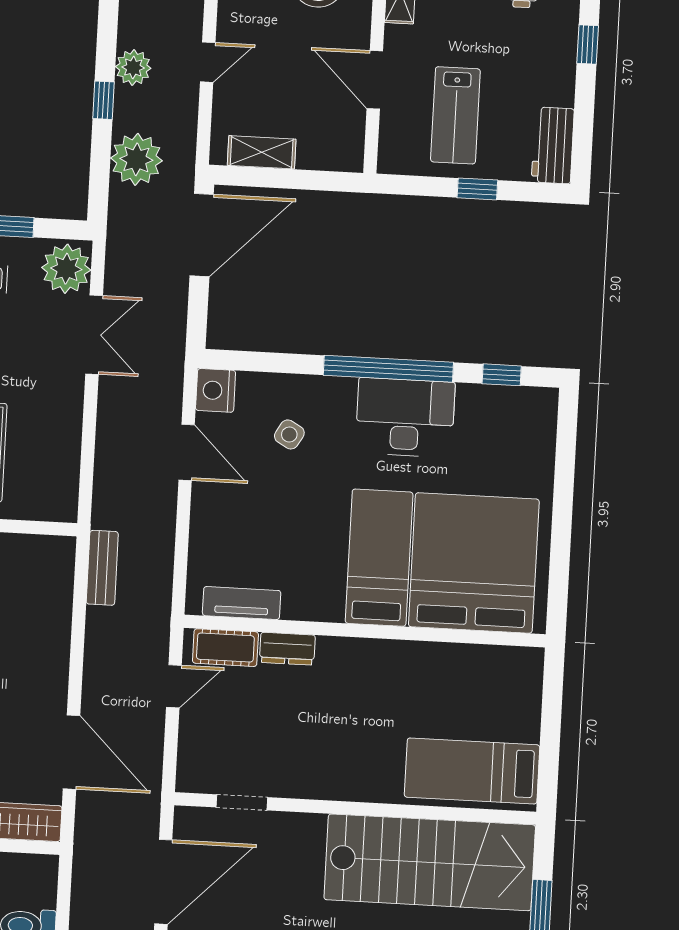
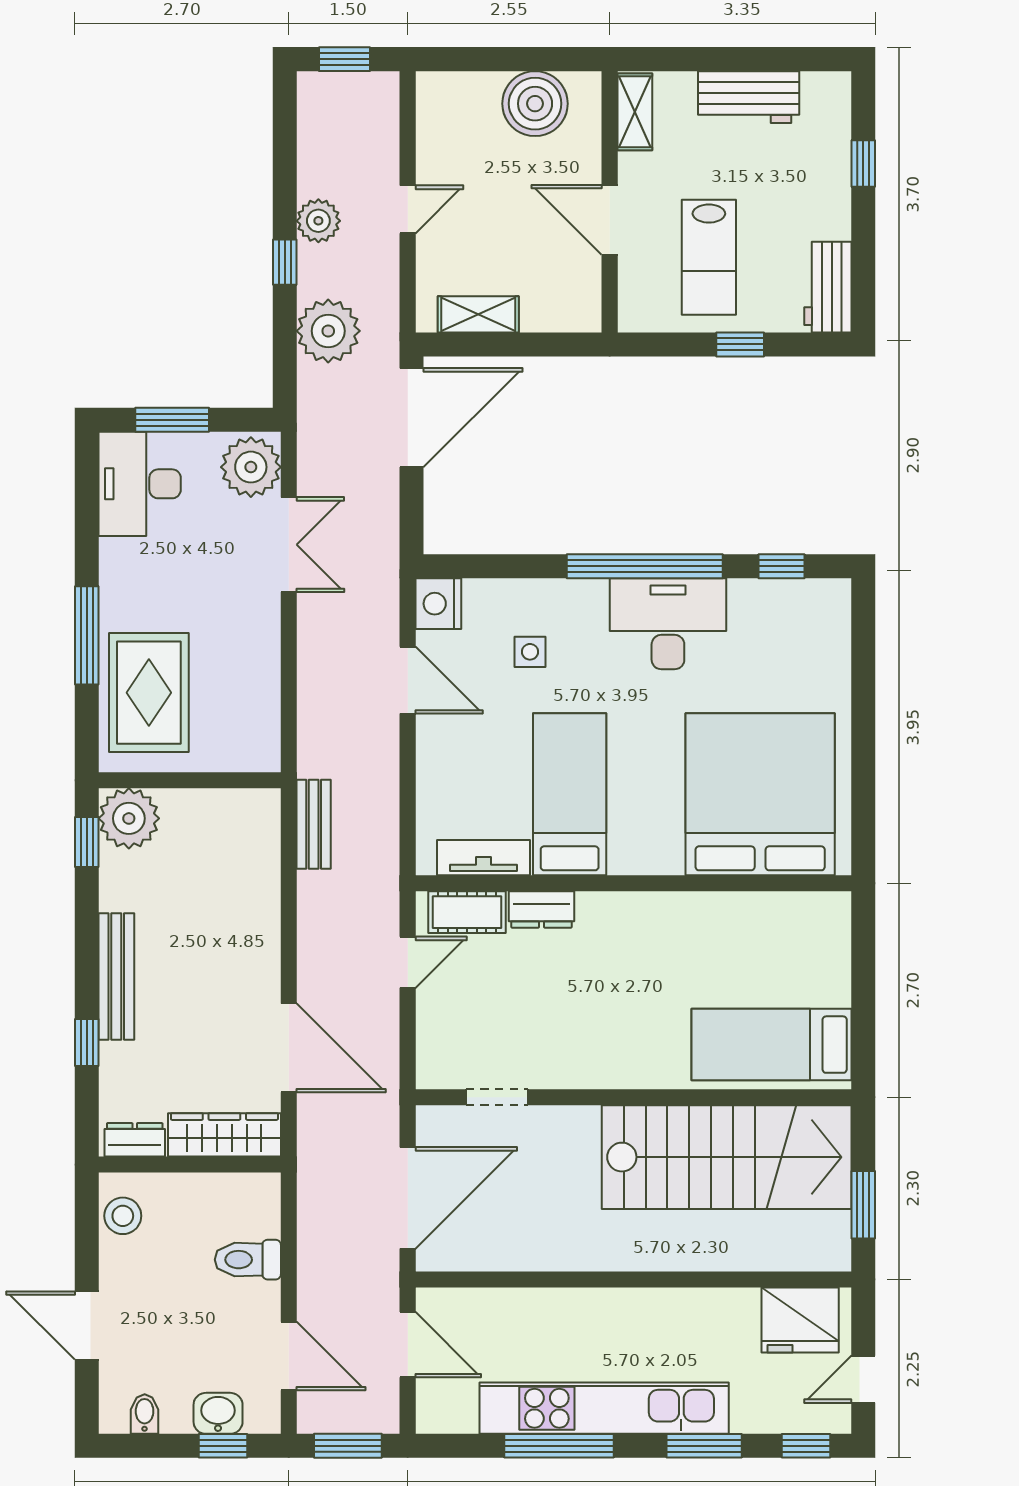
side table: (289, 434) -> (530, 652), turned -30
bed: (379, 558) -> (570, 794), moved

